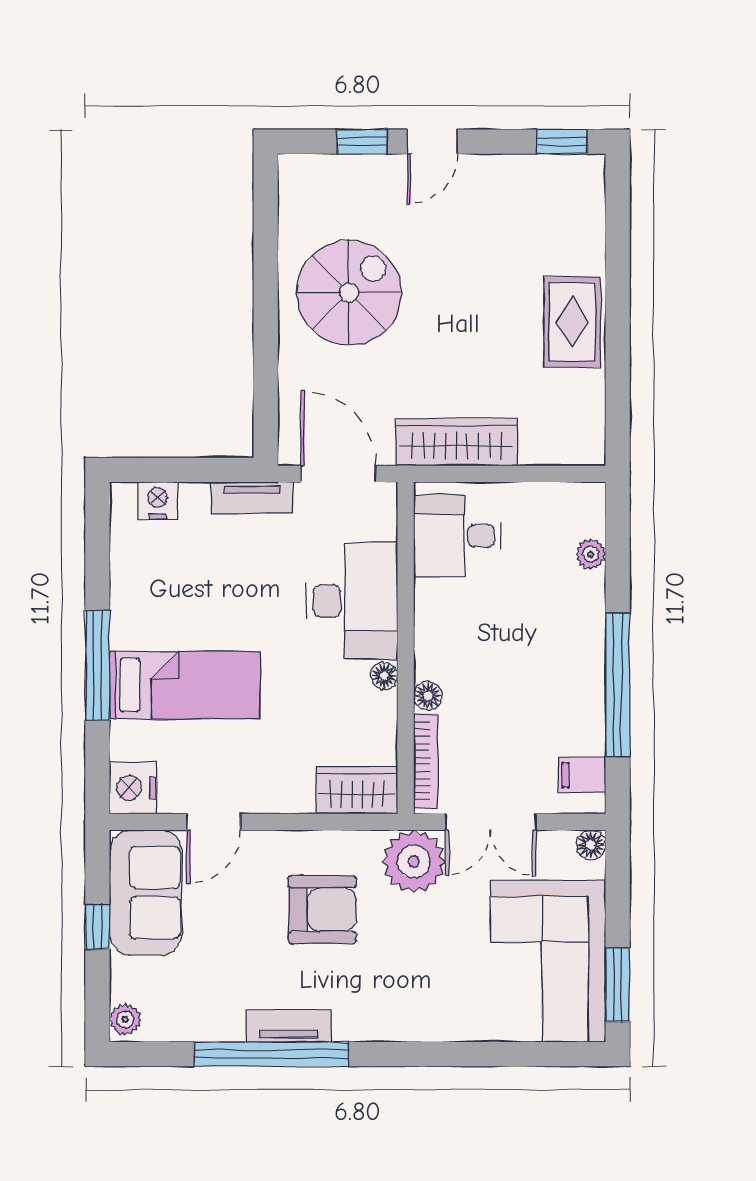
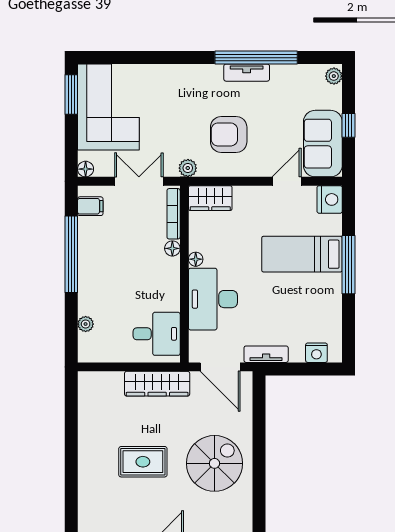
spiral stairs: (349, 293) -> (214, 463), turned 180
rug: (572, 322) -> (143, 462), moved, turned 90
plant: (414, 862) -> (188, 168), width x0.53, depth x0.53

